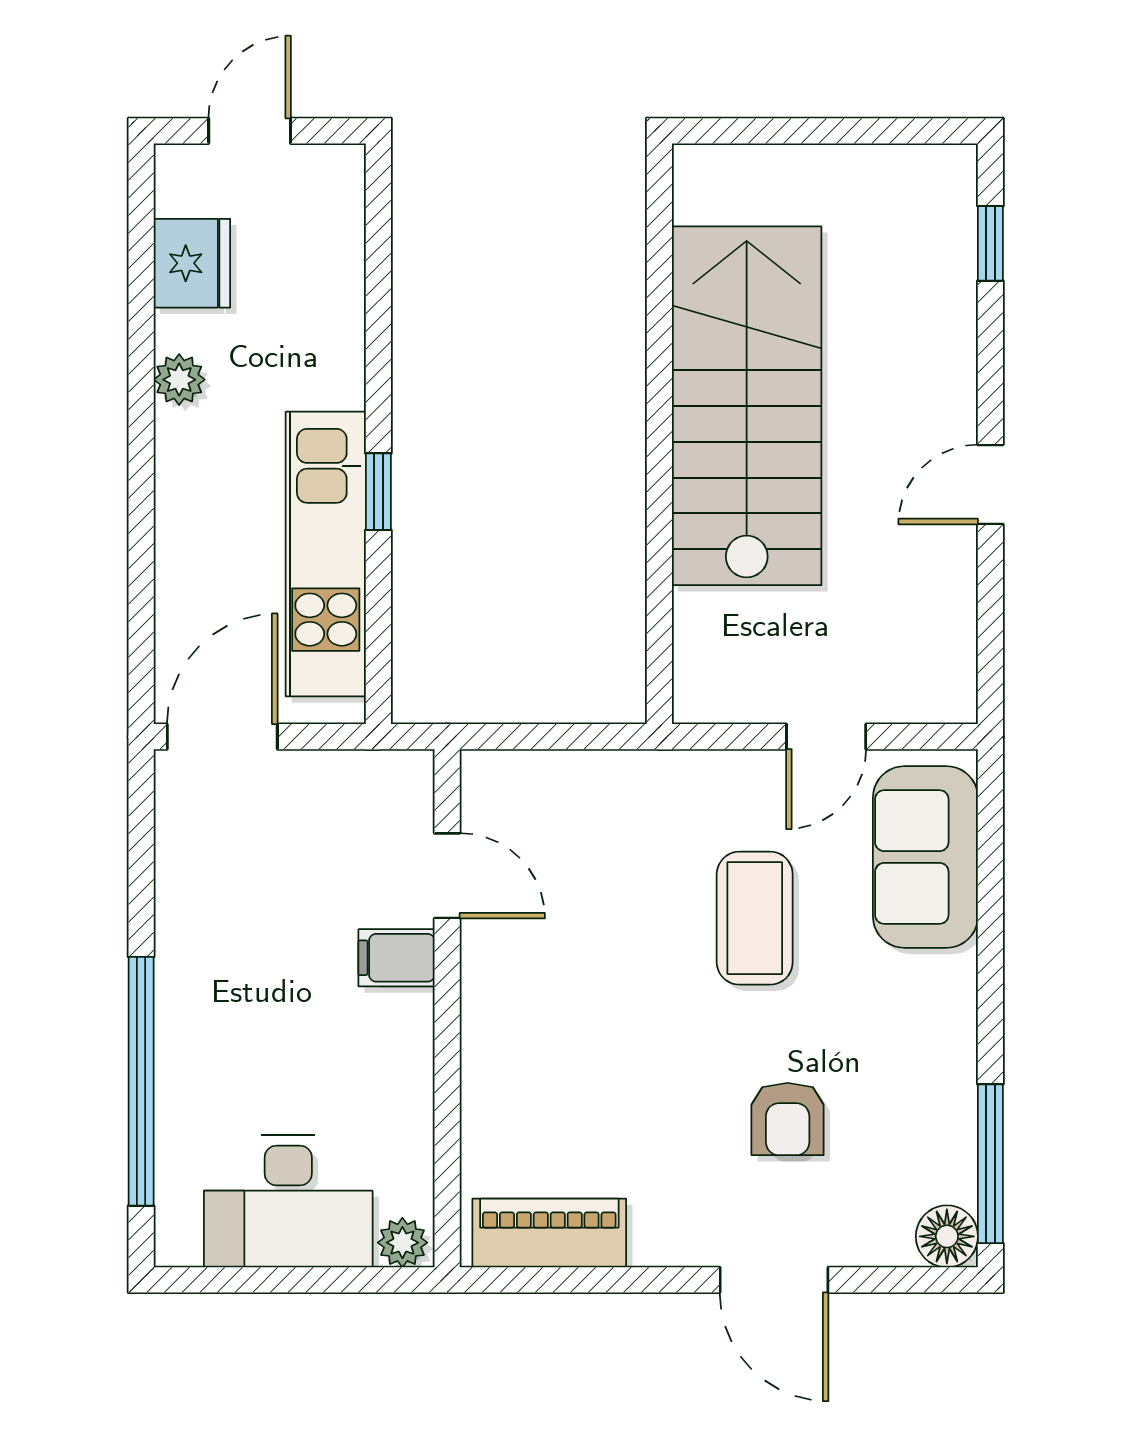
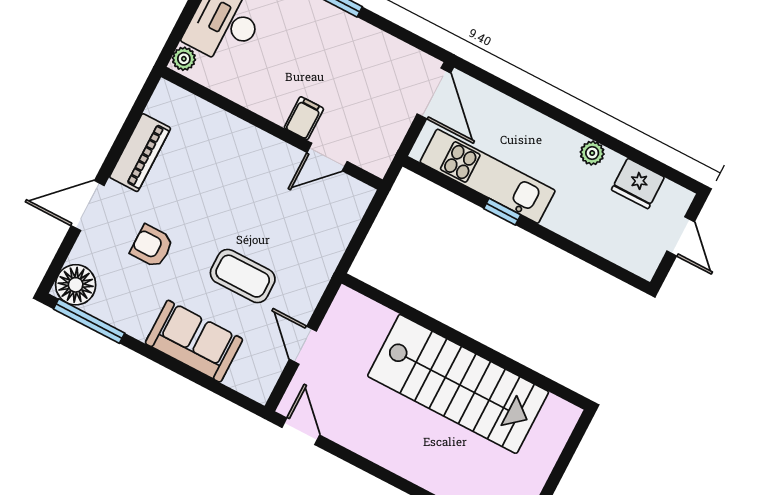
door: (990, 484) -> (301, 431), moved
sofa: (925, 857) -> (194, 341), moved
piano: (549, 1233) -> (140, 153), moved
floor lamp: (947, 1236) -> (76, 285), width x1.38, depth x1.38

